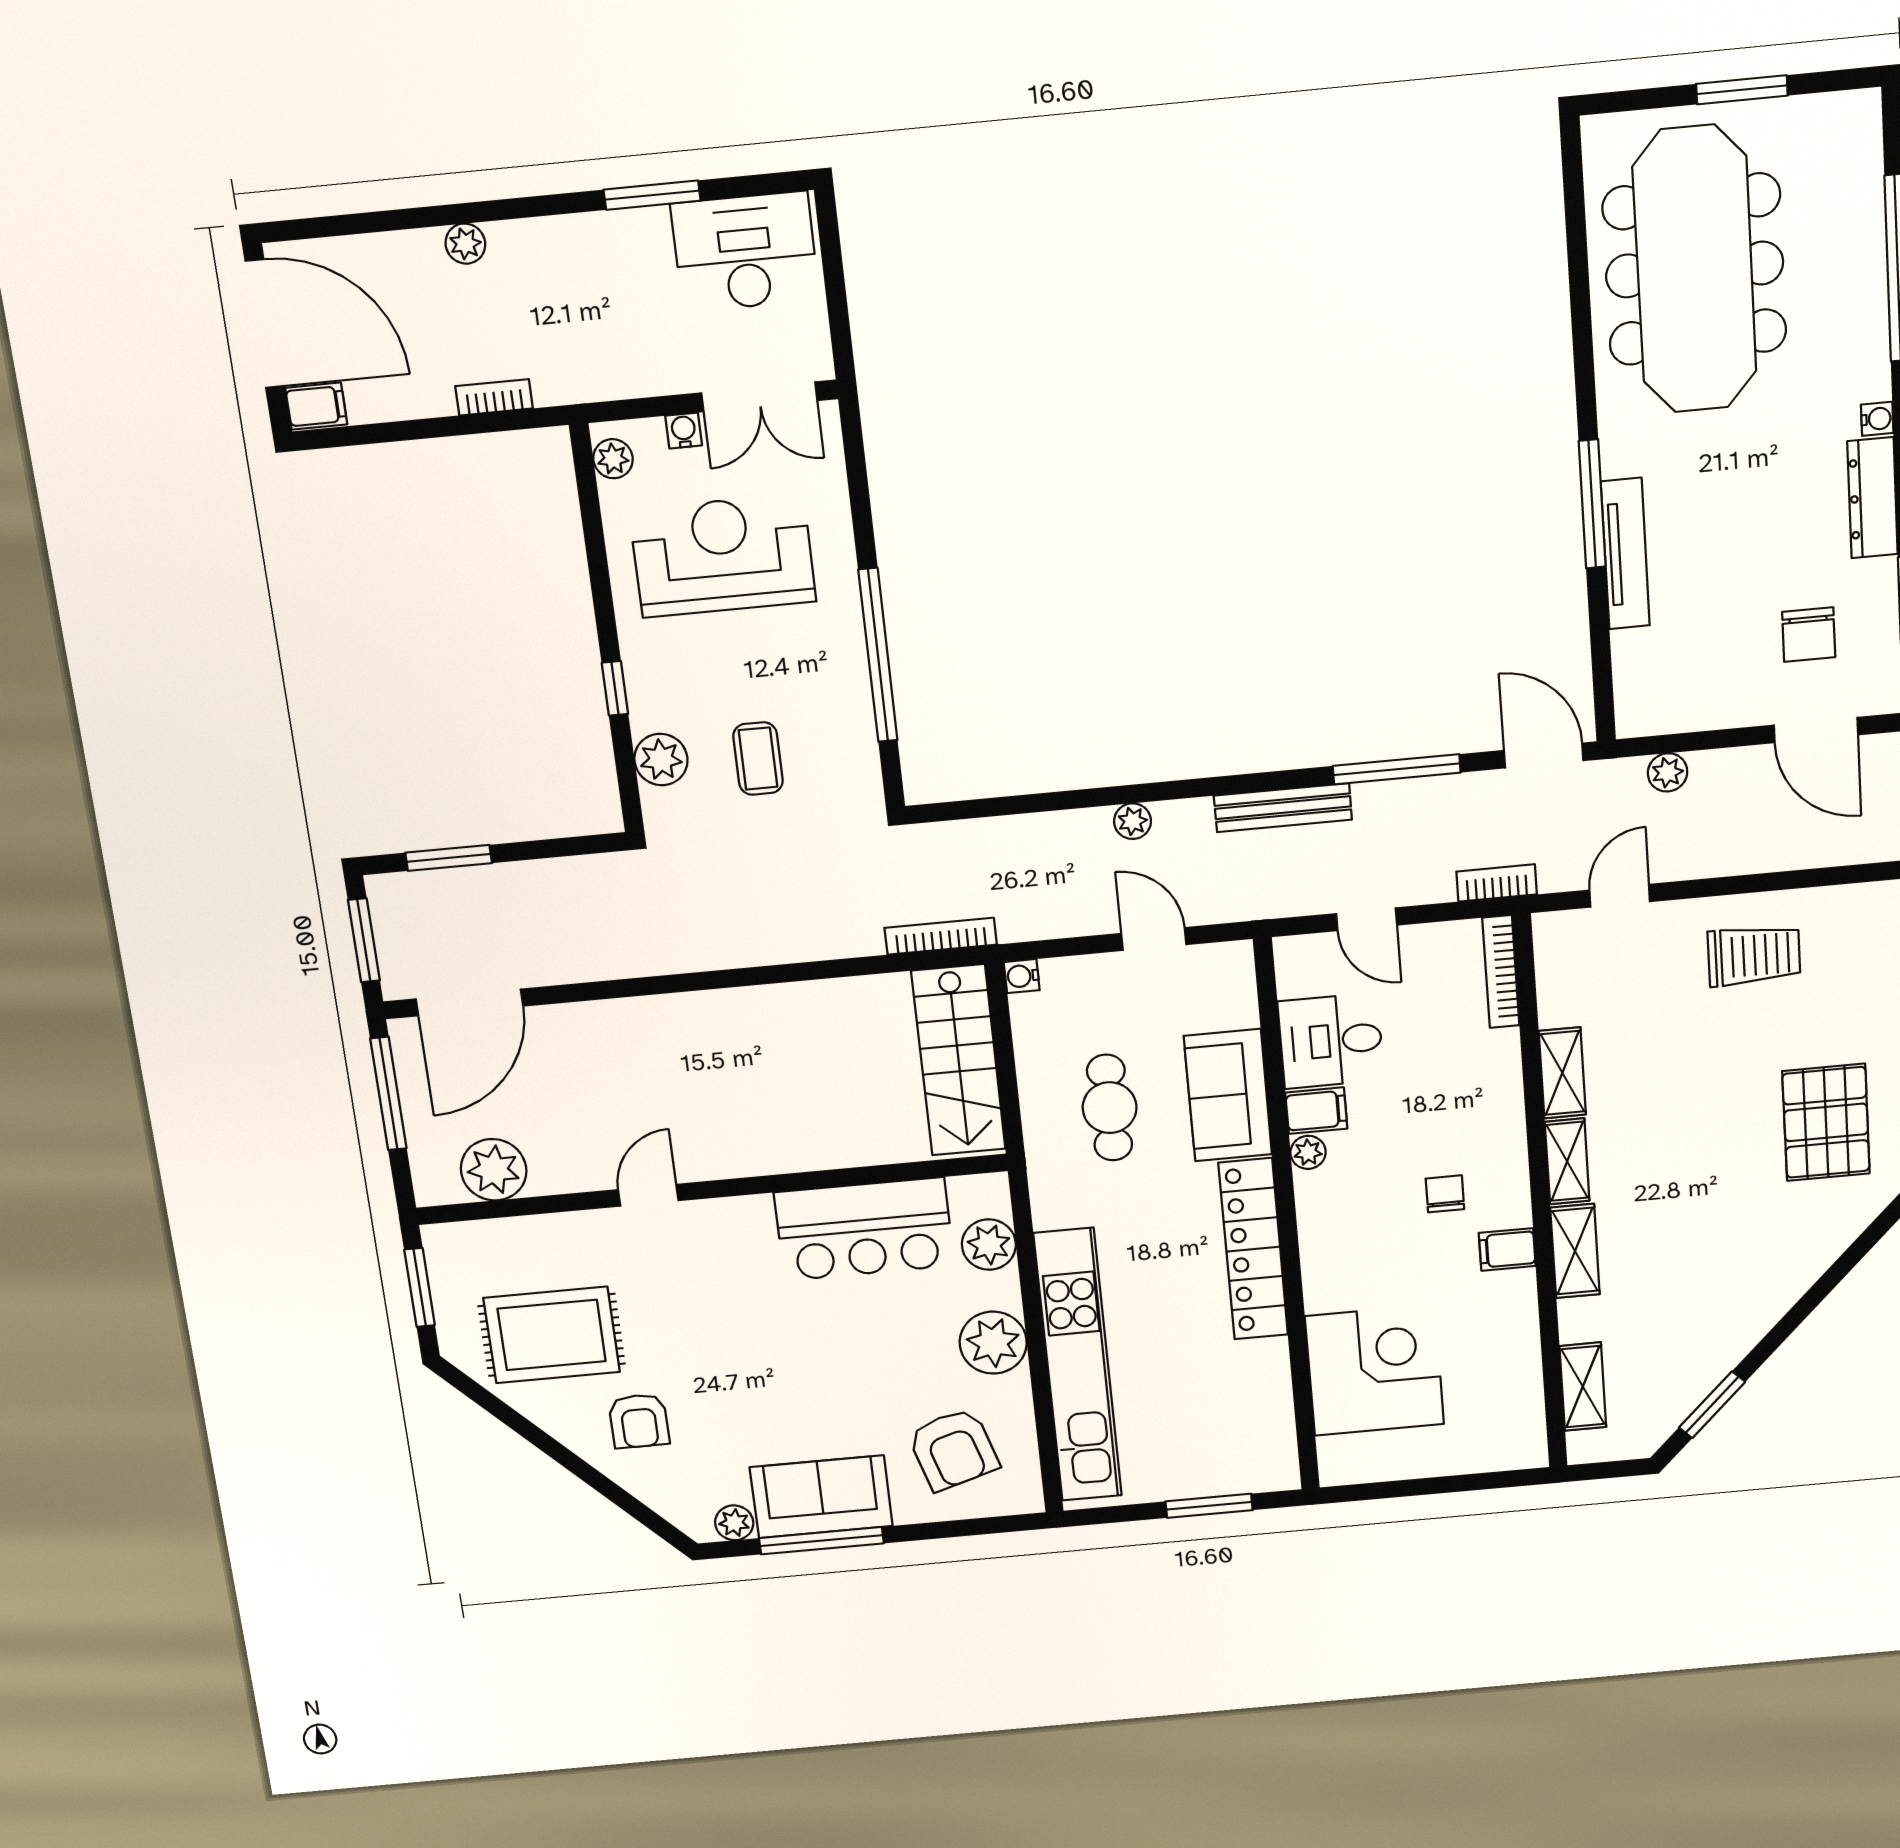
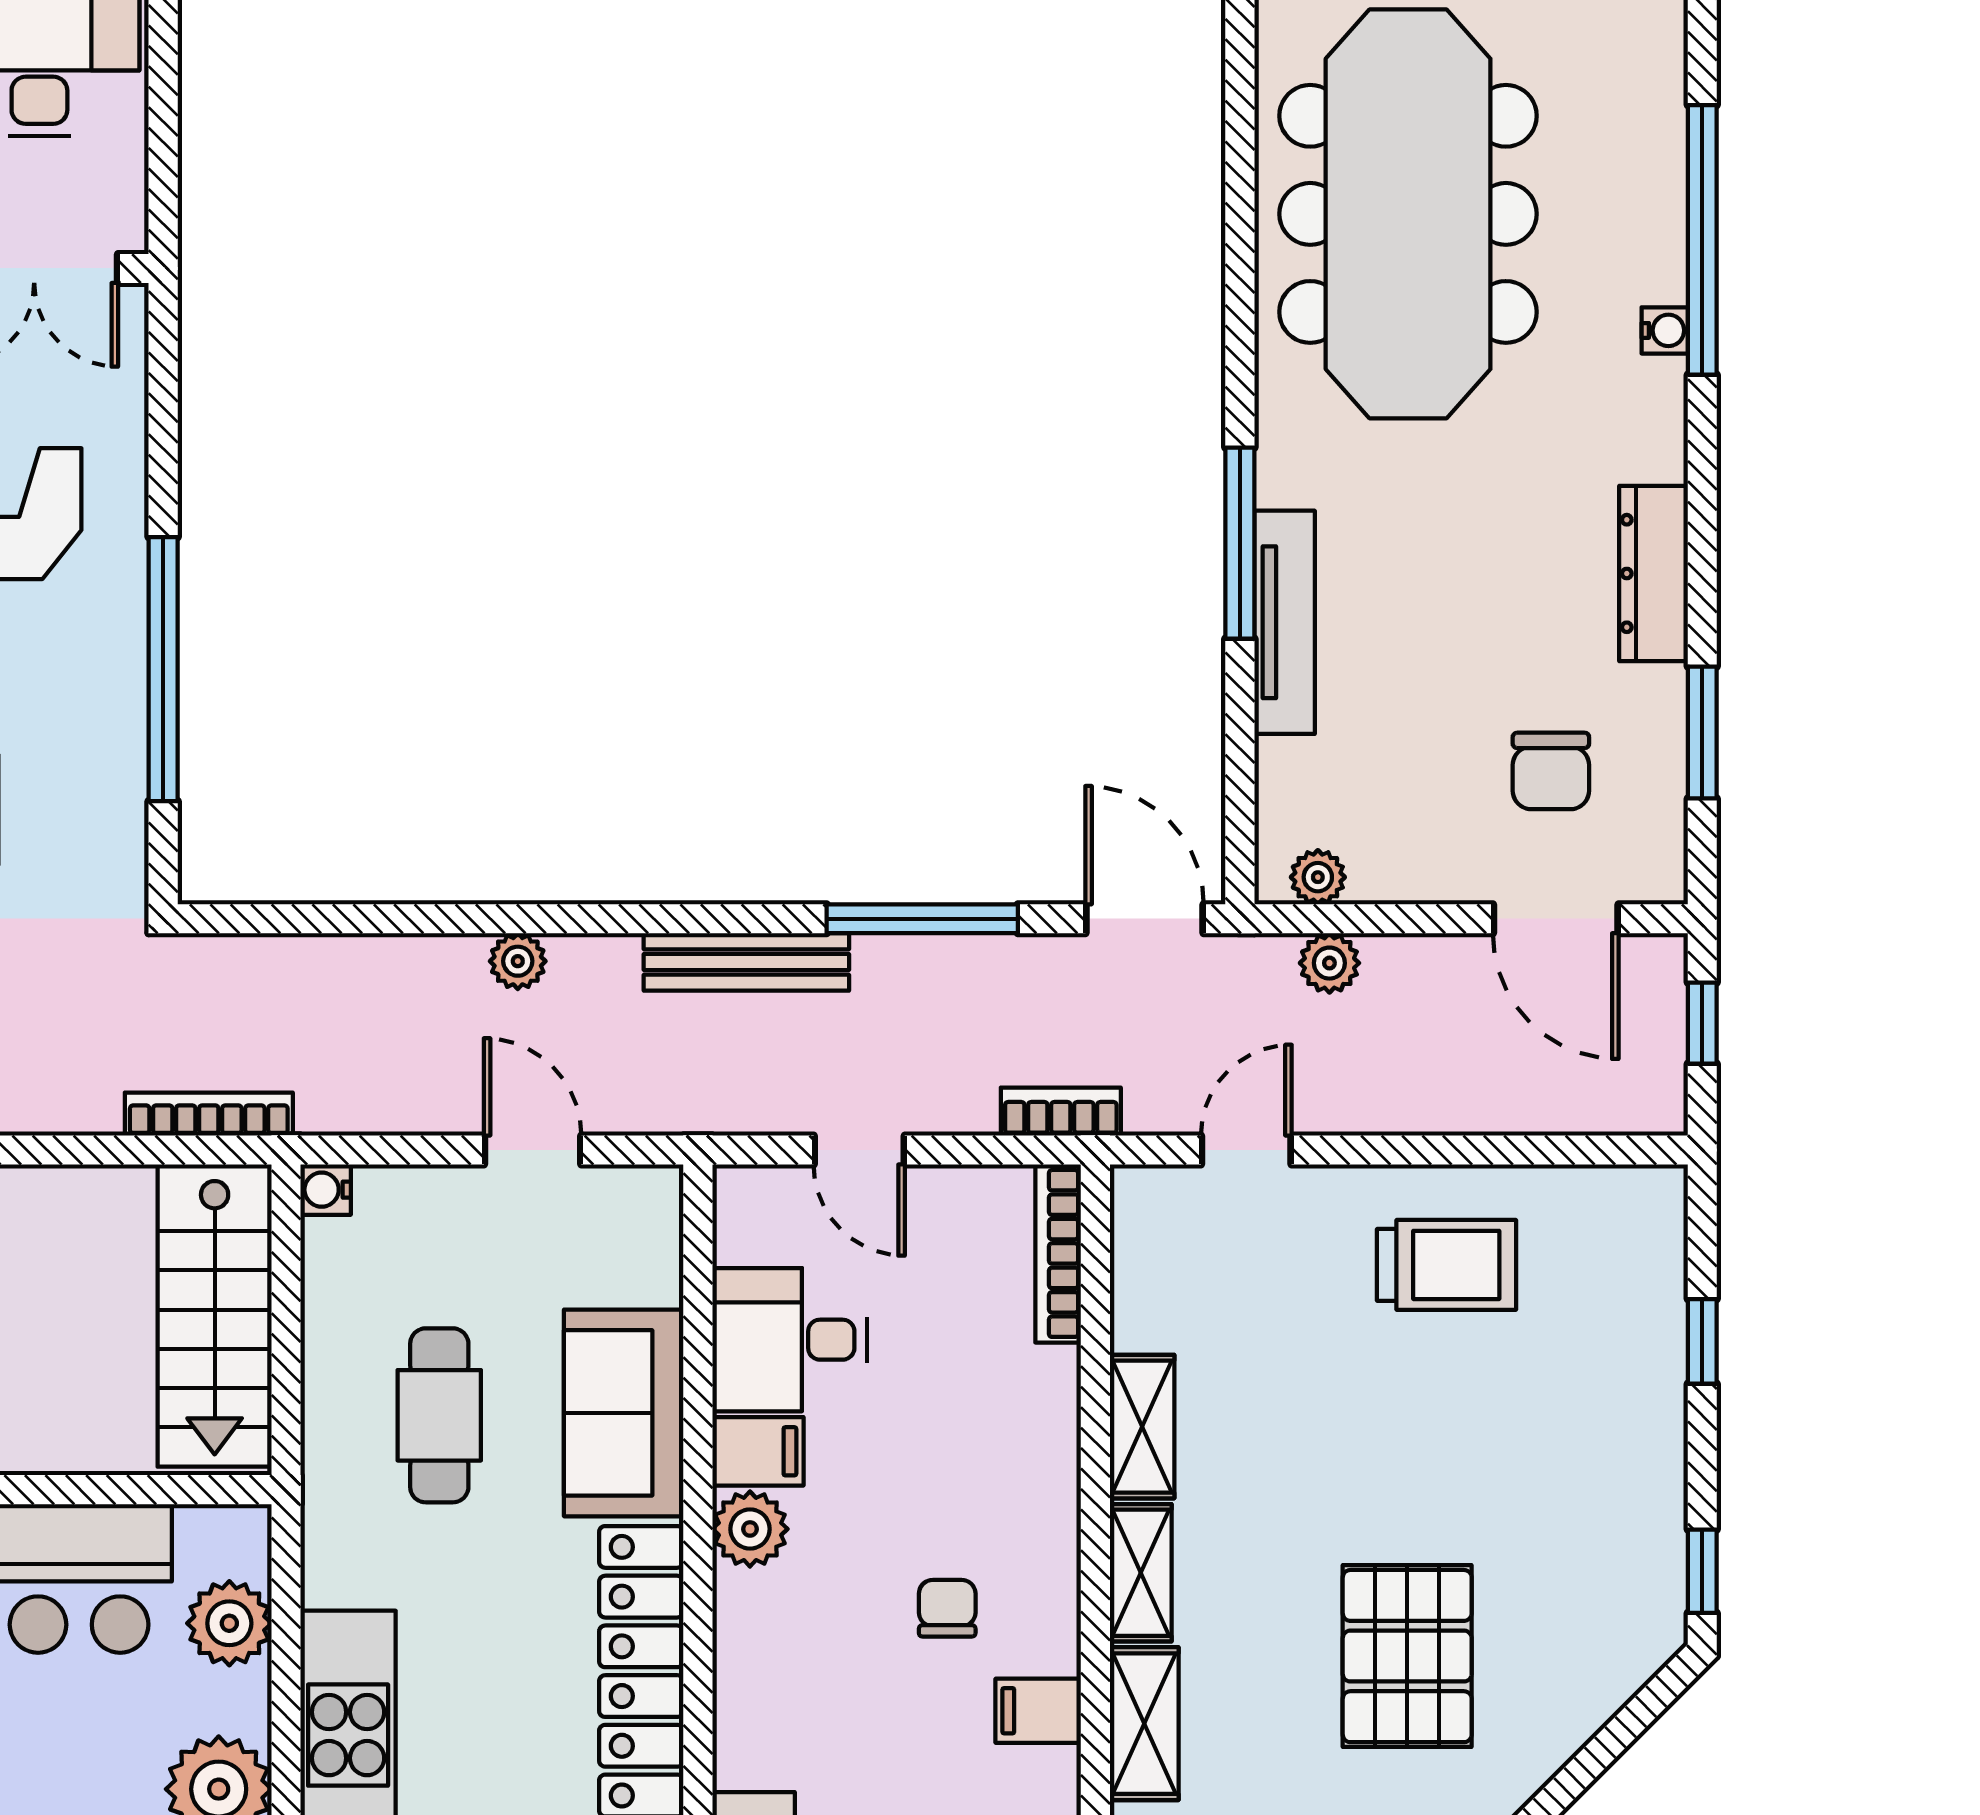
water cooler: (1877, 419) -> (1665, 330), moved
plant: (1657, 718) -> (1318, 877), added
pallet: (1826, 1122) -> (1407, 1656), moved
plant: (1308, 1152) -> (750, 1529), width x1.38, depth x1.38

